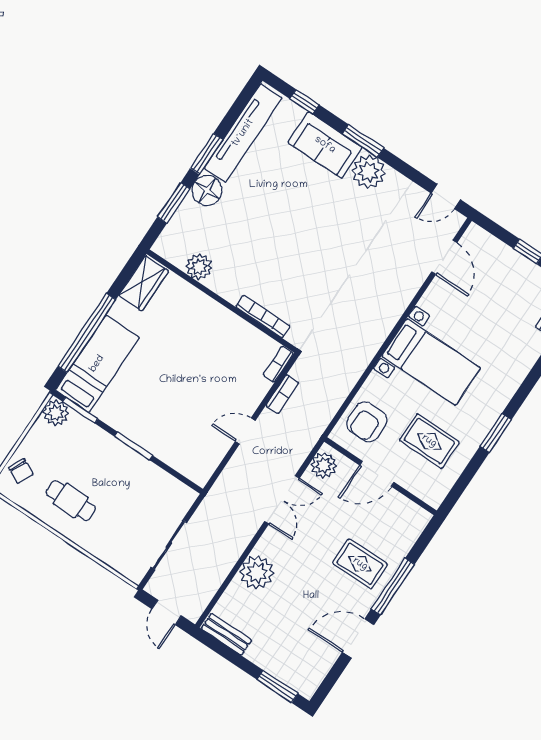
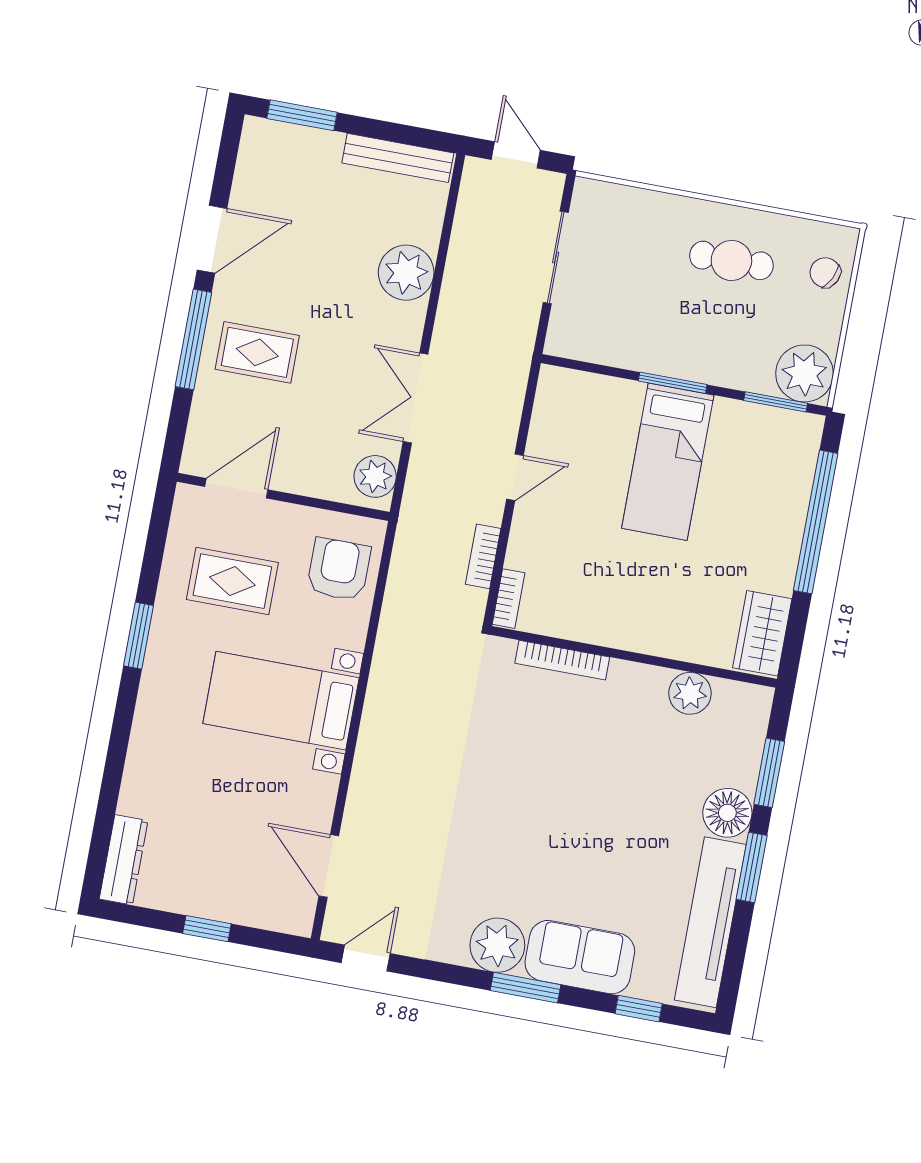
bed: (97, 364) -> (668, 462), moved
plant: (56, 413) -> (804, 373), width x1.36, depth x1.36
door: (377, 474) -> (236, 488), moved
bench: (226, 634) -> (398, 158), width x1.36

